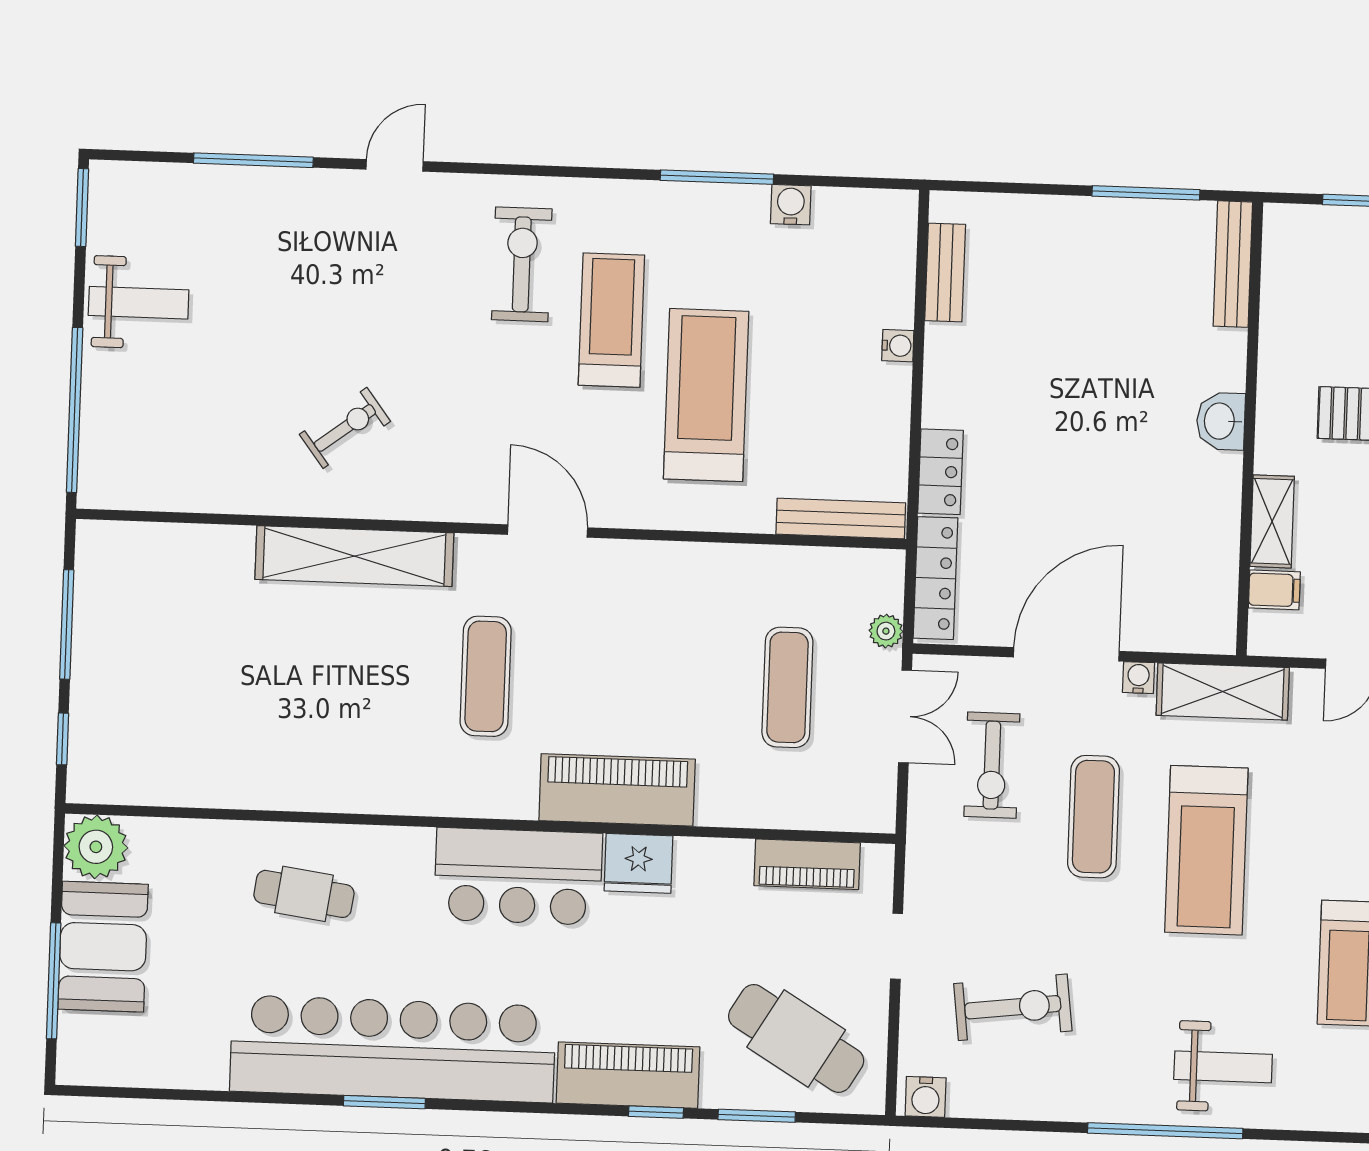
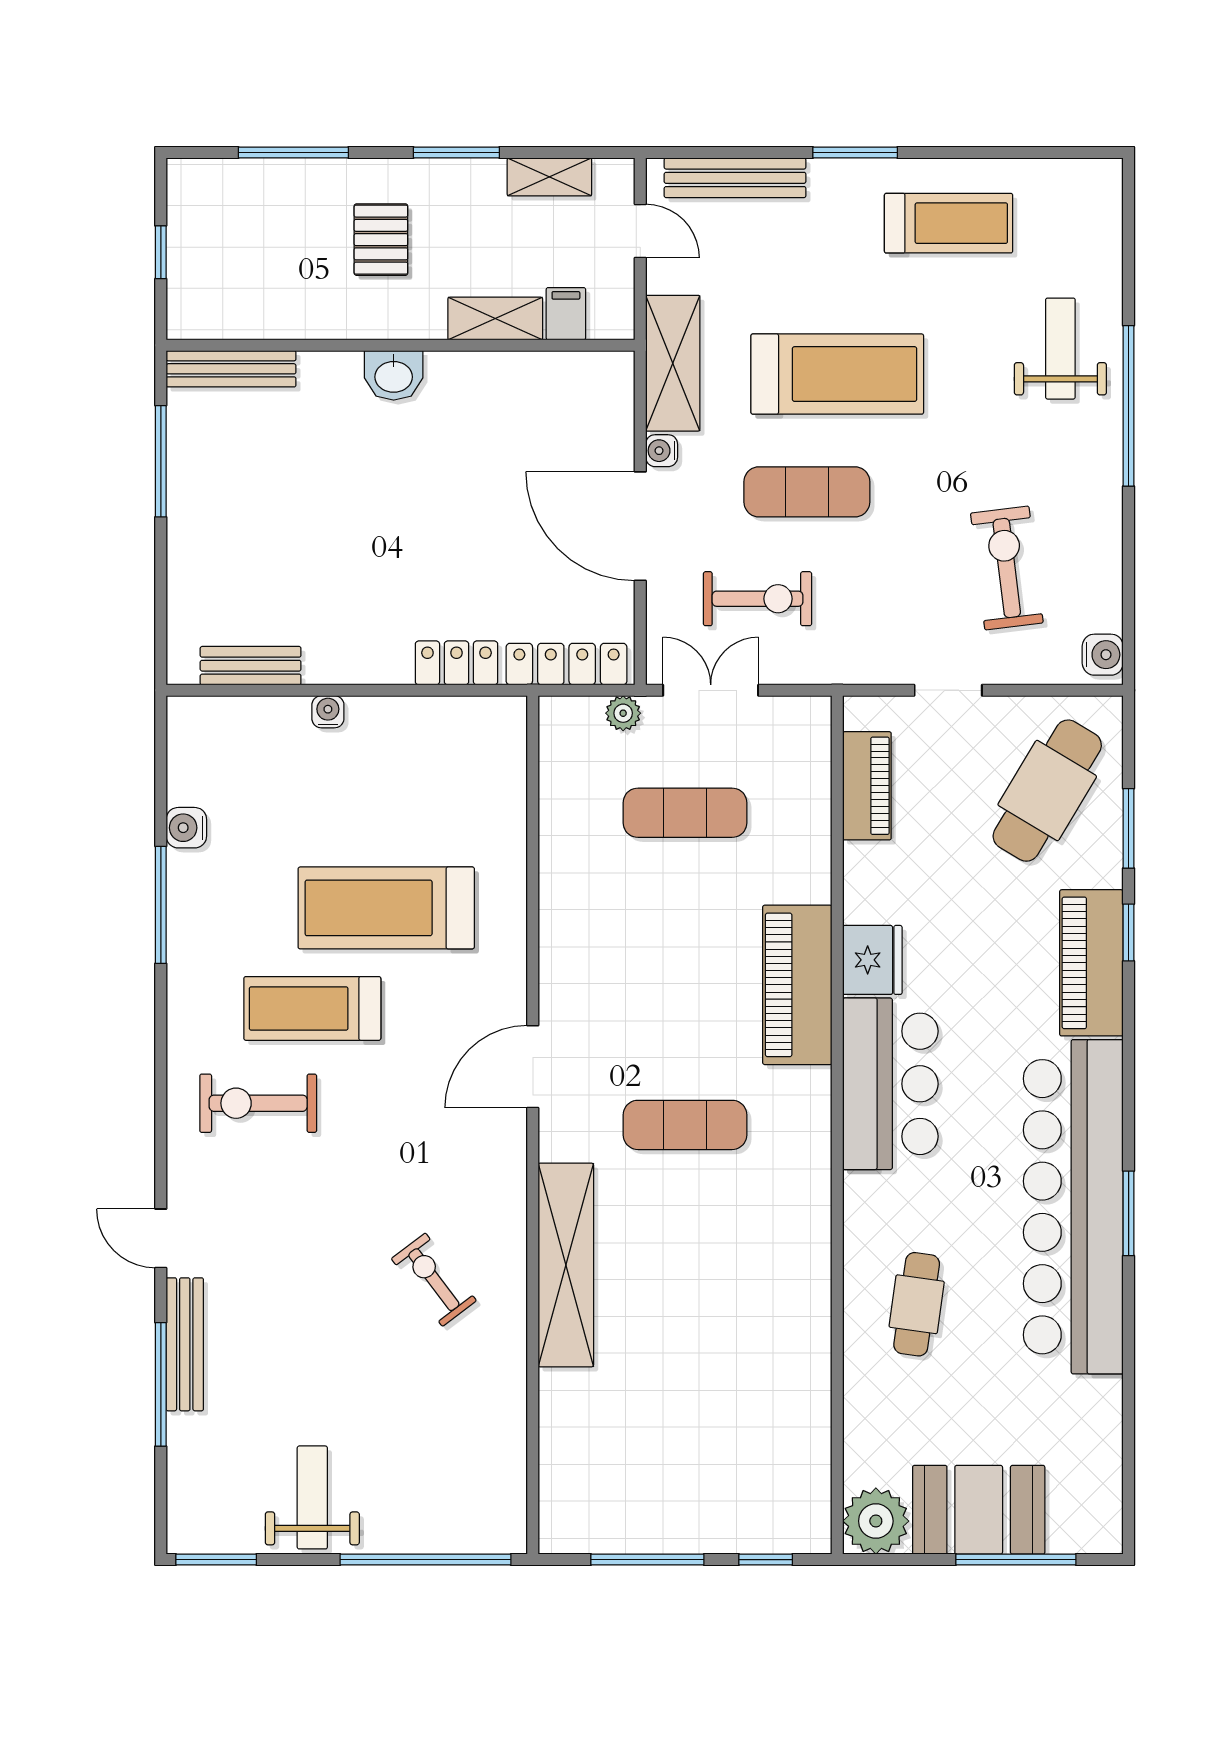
bench: (841, 519) -> (185, 1344), moved

